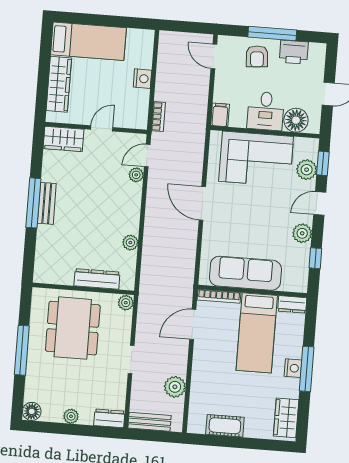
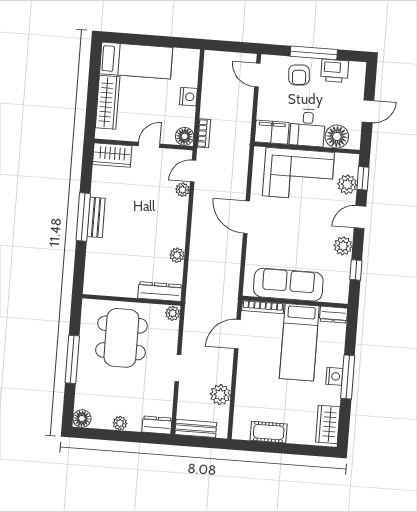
filing cabinet: (220, 115) -> (272, 132), width x2.00
floor lamp: (138, 120) -> (185, 136), added
dresser: (97, 279) -> (160, 292), moved

